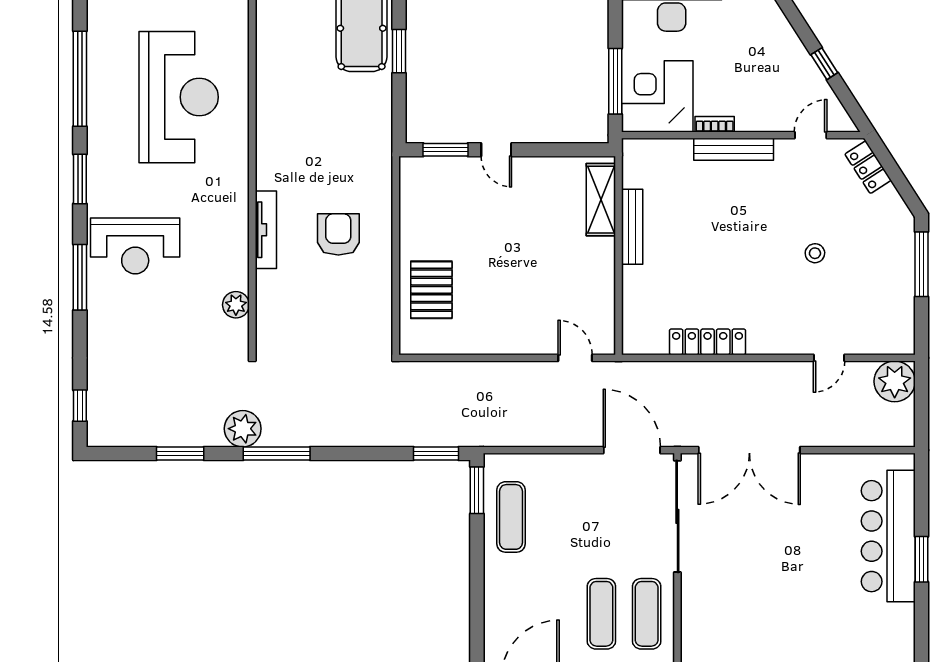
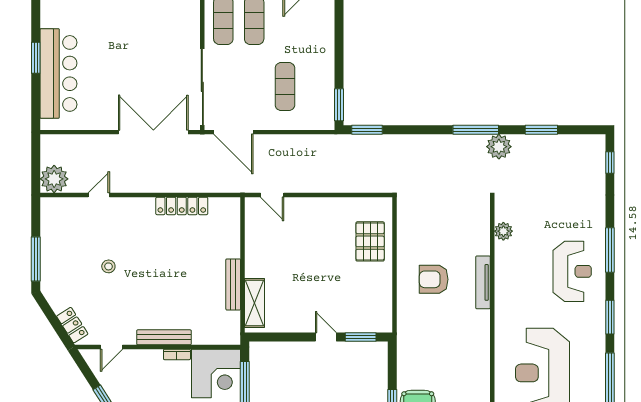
armchair: (338, 234) -> (434, 279), turned 90
reception desk: (135, 246) -> (572, 271), turned 90
exercise mat: (511, 517) -> (285, 87), moved

